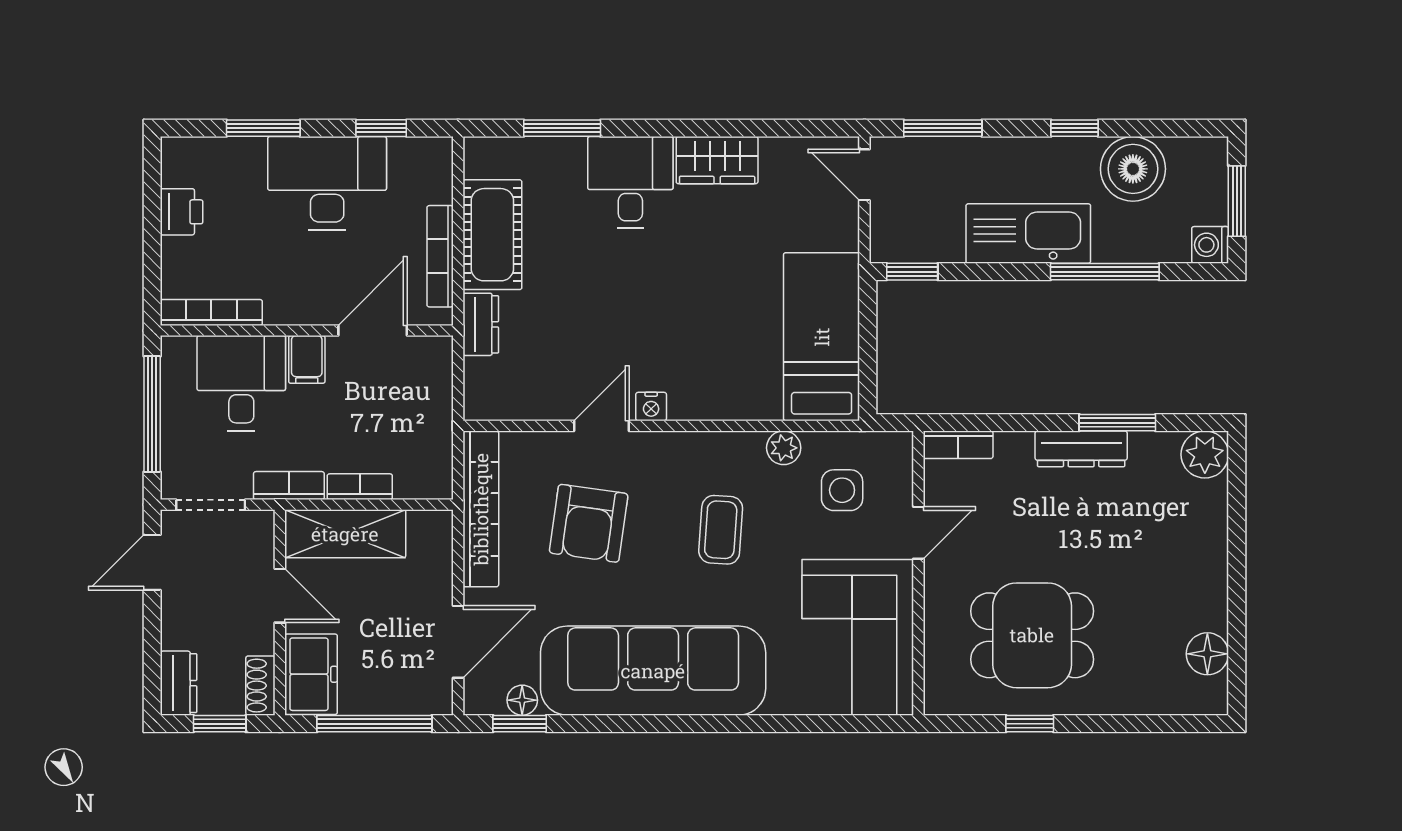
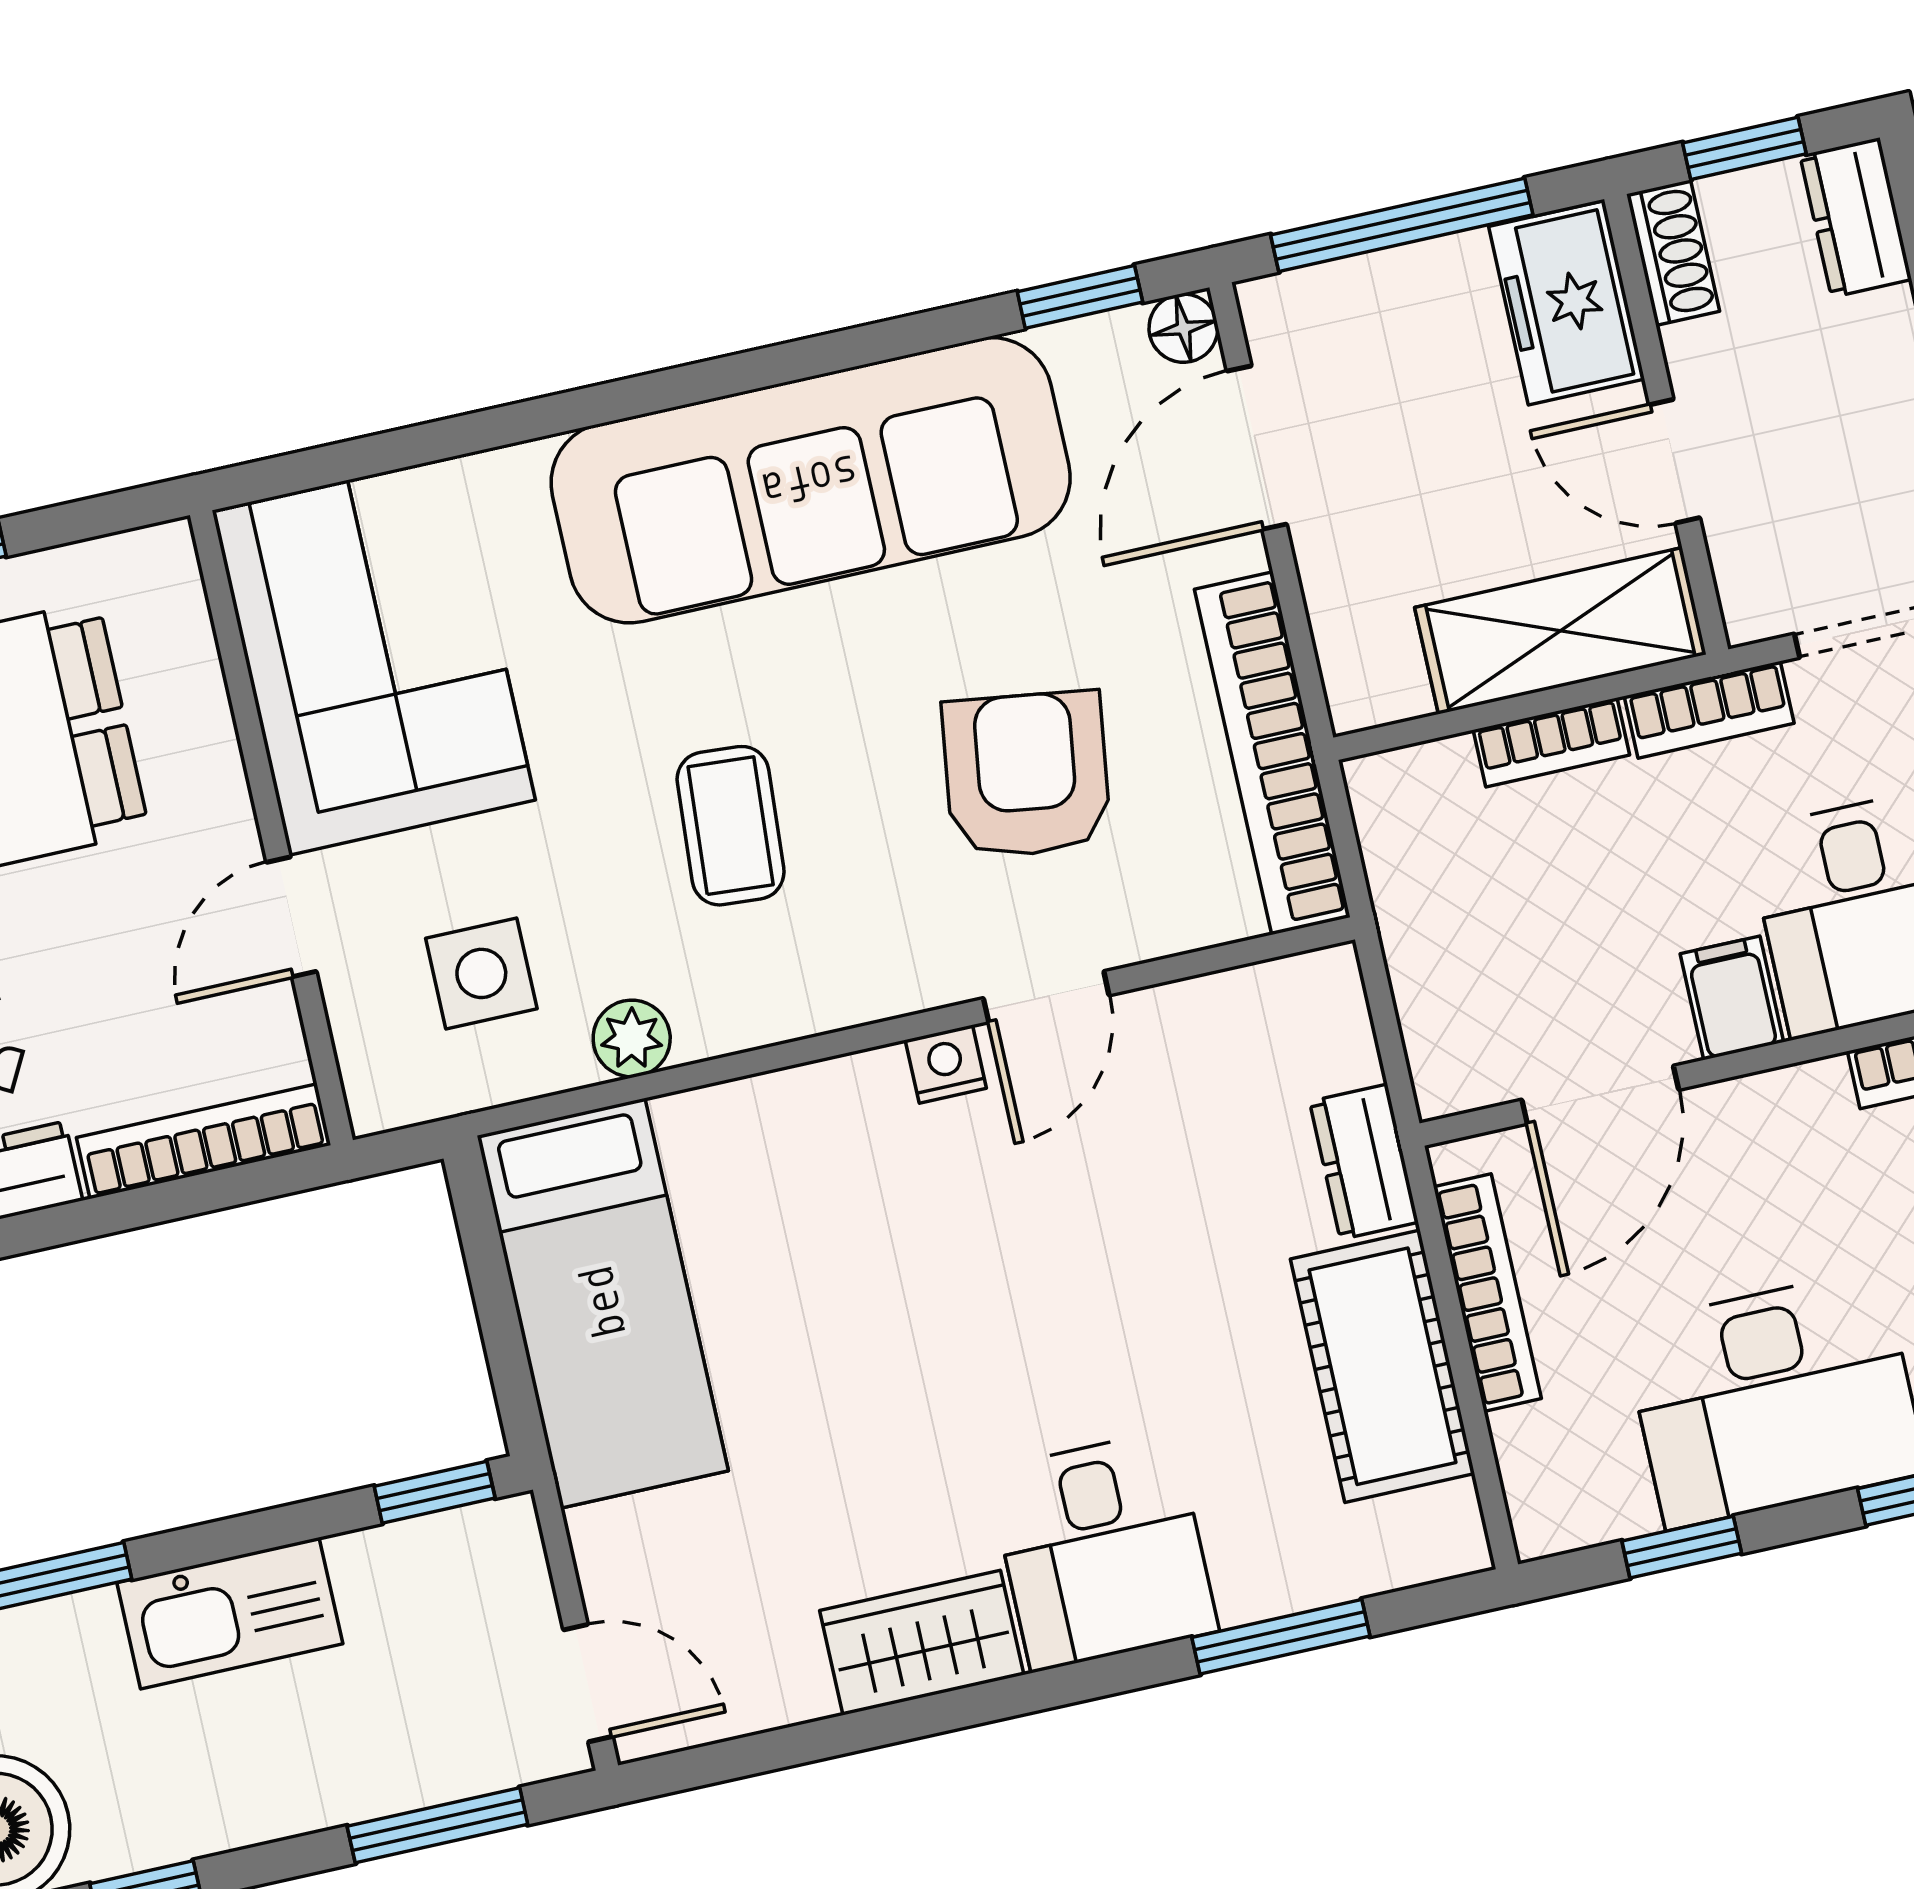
kitchen sink: (1028, 233) -> (230, 1613), width x0.73, depth x0.81
bookcase: (958, 445) -> (204, 1141), width x1.56
floor lamp: (522, 700) -> (1183, 328), moved

